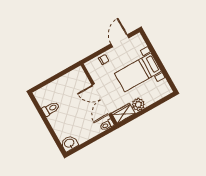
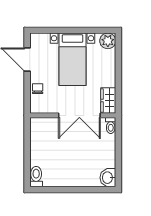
plant: (138, 104) -> (108, 41), moved
toilet: (51, 109) -> (36, 177), moved

